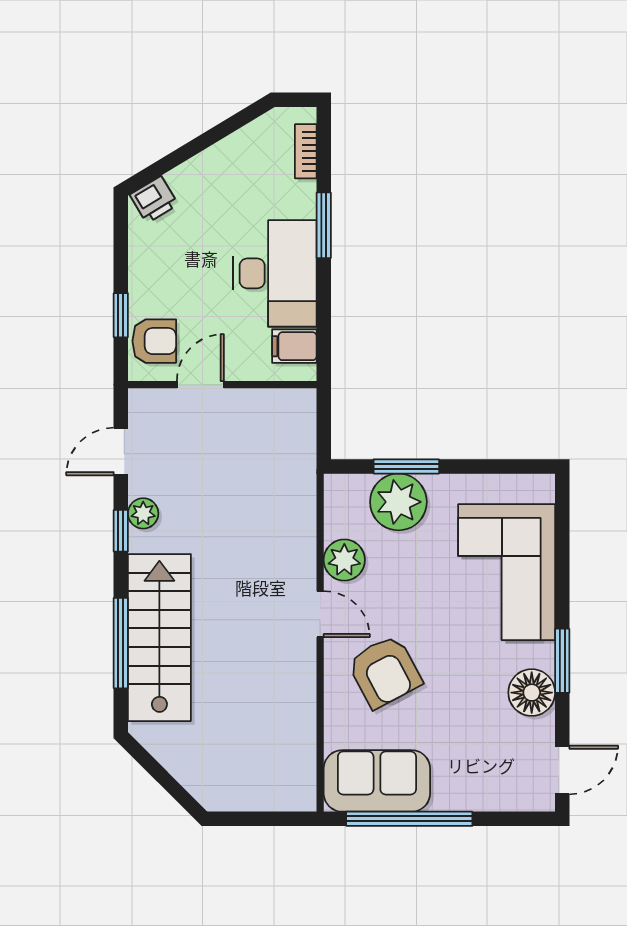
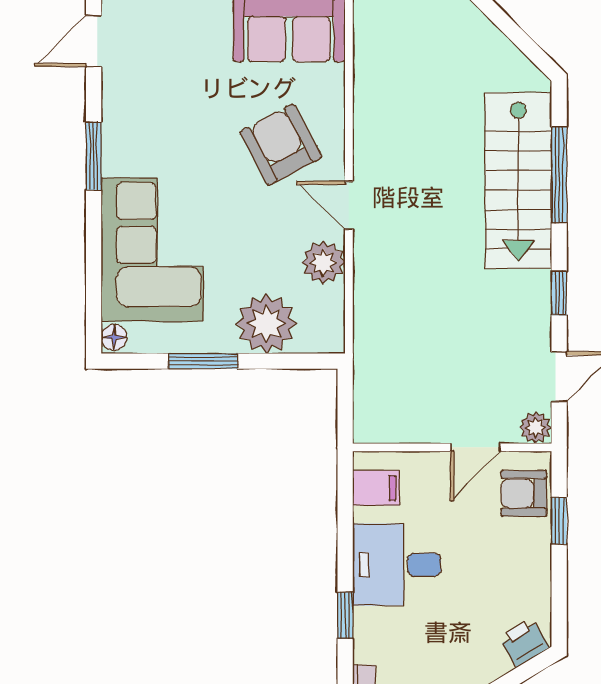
window: (324, 225) -> (345, 615), width x0.67
desk: (275, 273) -> (397, 565), width x0.73
window: (406, 466) -> (203, 361), moved
plant: (143, 513) -> (536, 428), moved
floor lamp: (532, 693) -> (114, 337), moved, width x0.53, depth x0.53

